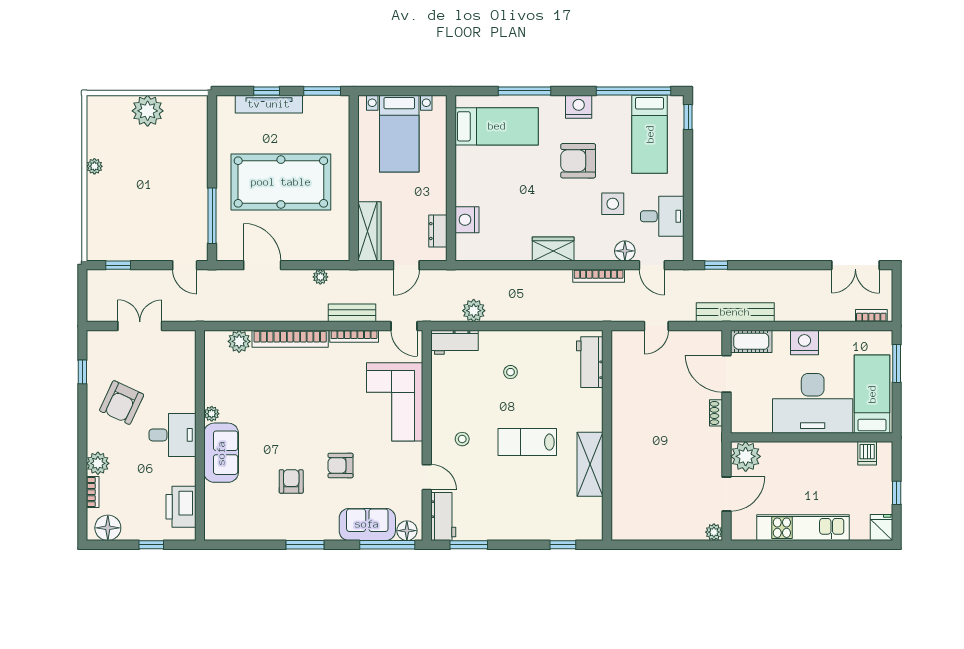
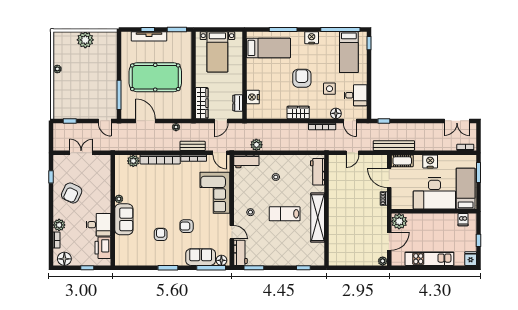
armchair: (578, 161) -> (302, 78), moved, turned 90
desk: (172, 435) -> (98, 225), moved
shelving: (590, 464) -> (318, 218), width x1.47

